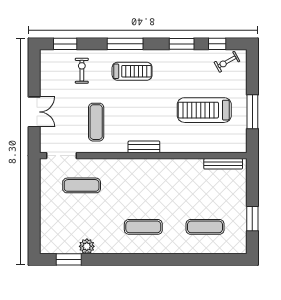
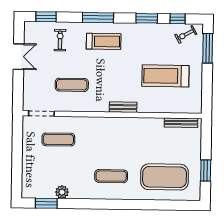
double door: (34, 112) -> (19, 57), moved
window: (252, 112) -> (208, 48), moved
exercise mat: (96, 122) -> (72, 85), turned 90
bench: (144, 147) -> (123, 107), moved
exercise mat: (205, 227) -> (165, 177), width x2.00, depth x1.45

